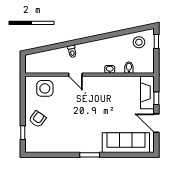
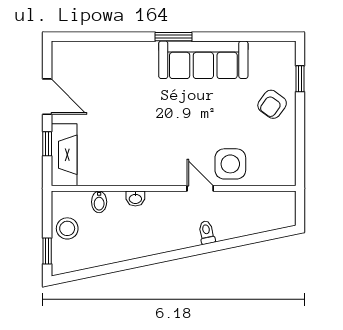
stool: (139, 42) -> (67, 228), moved
side table: (45, 88) -> (230, 164), moved
sofa: (126, 143) -> (203, 60), moved

